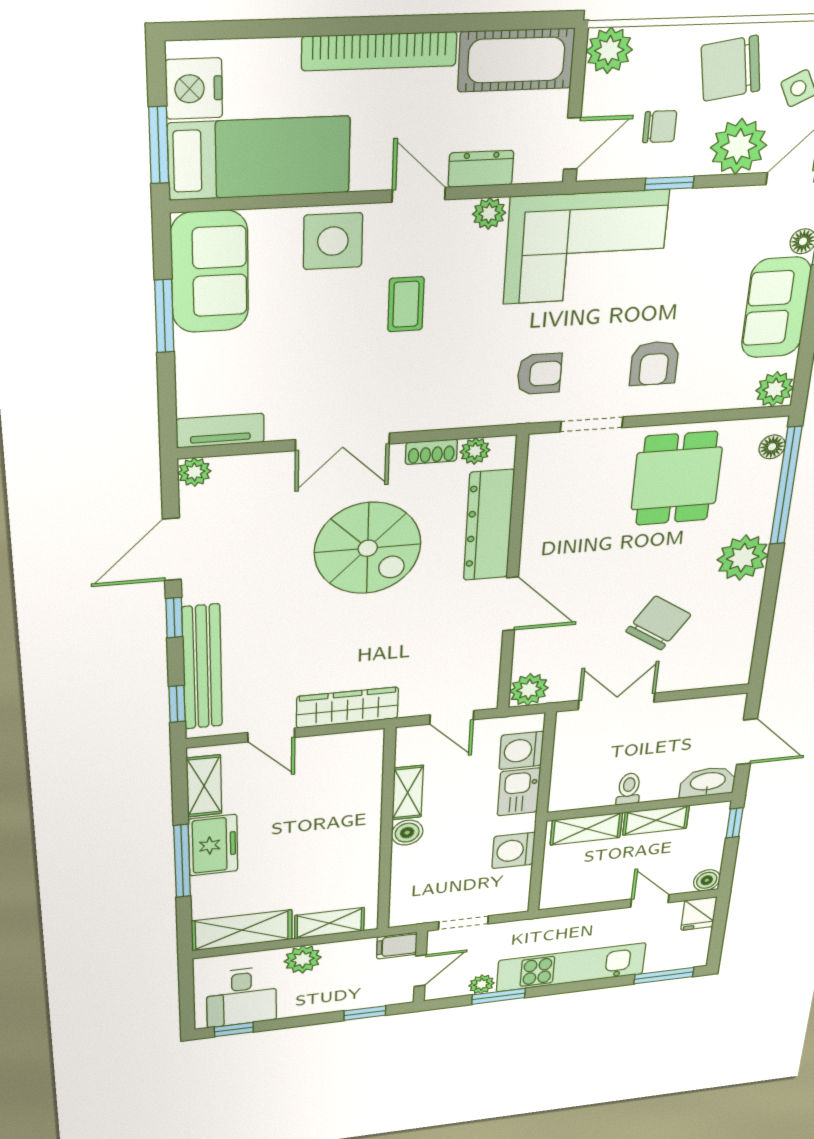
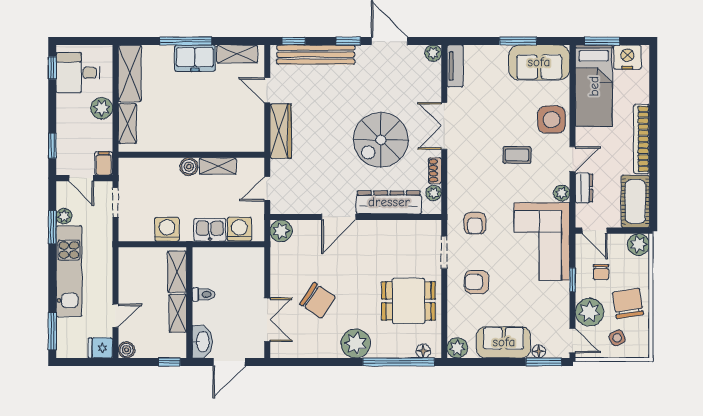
double door: (617, 701) -> (267, 320), moved
door: (271, 735) -> (267, 90), hinge flipped

